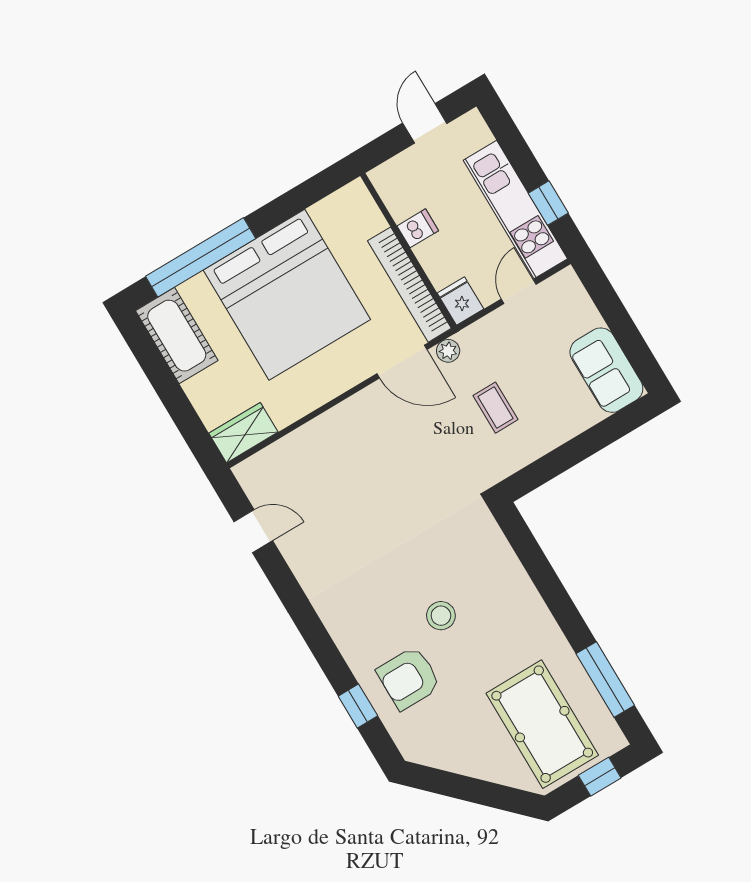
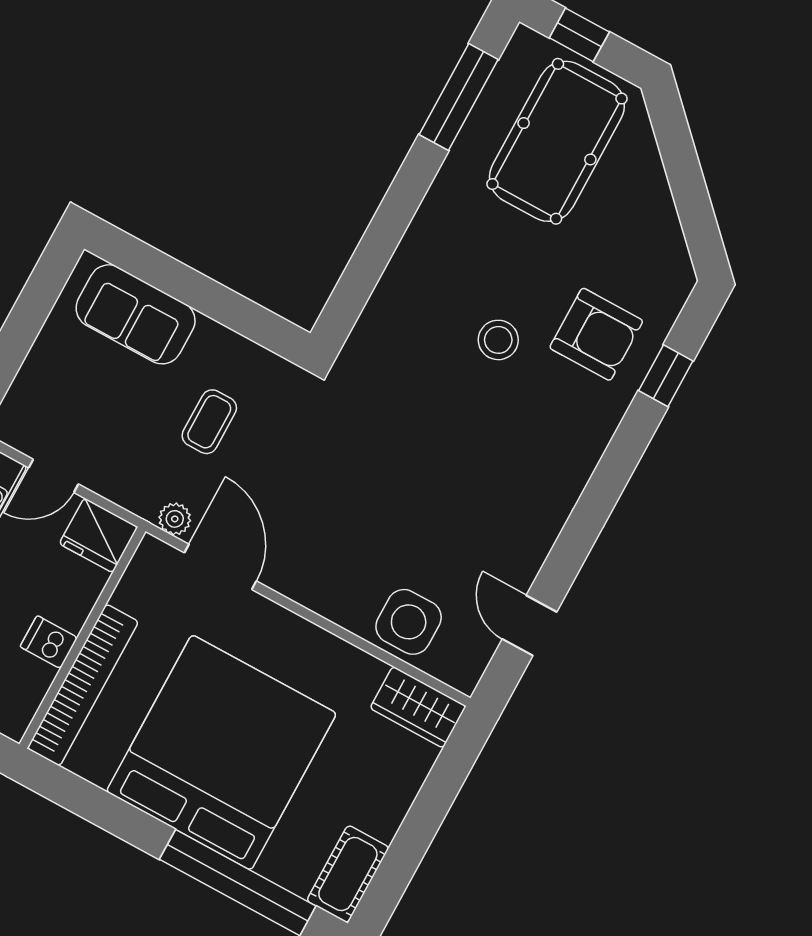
bookcase: (409, 285) -> (83, 685), moved
fridge: (460, 301) -> (99, 535), width x1.38
cot: (177, 336) -> (348, 874), width x0.73, depth x0.75
sofa: (606, 370) -> (136, 314), moved, turned 90
side table: (299, 458) -> (409, 622), added

